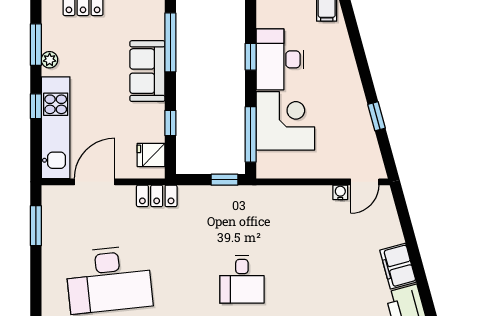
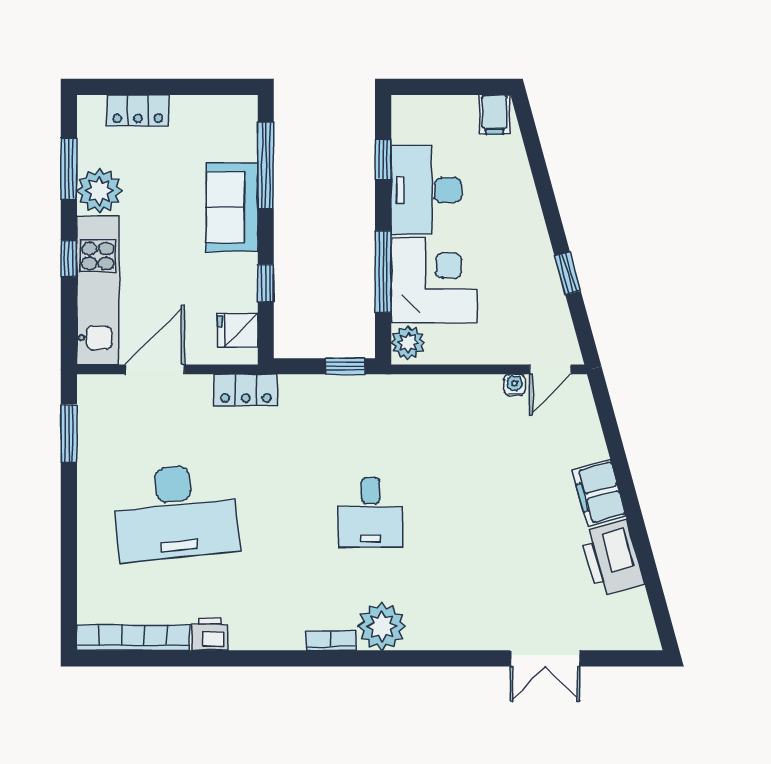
window: (251, 57) -> (383, 159), moved
plant: (50, 60) -> (99, 191), width x1.87, depth x1.87
window: (251, 134) -> (383, 271), moved
plant: (268, 163) -> (408, 343), added

